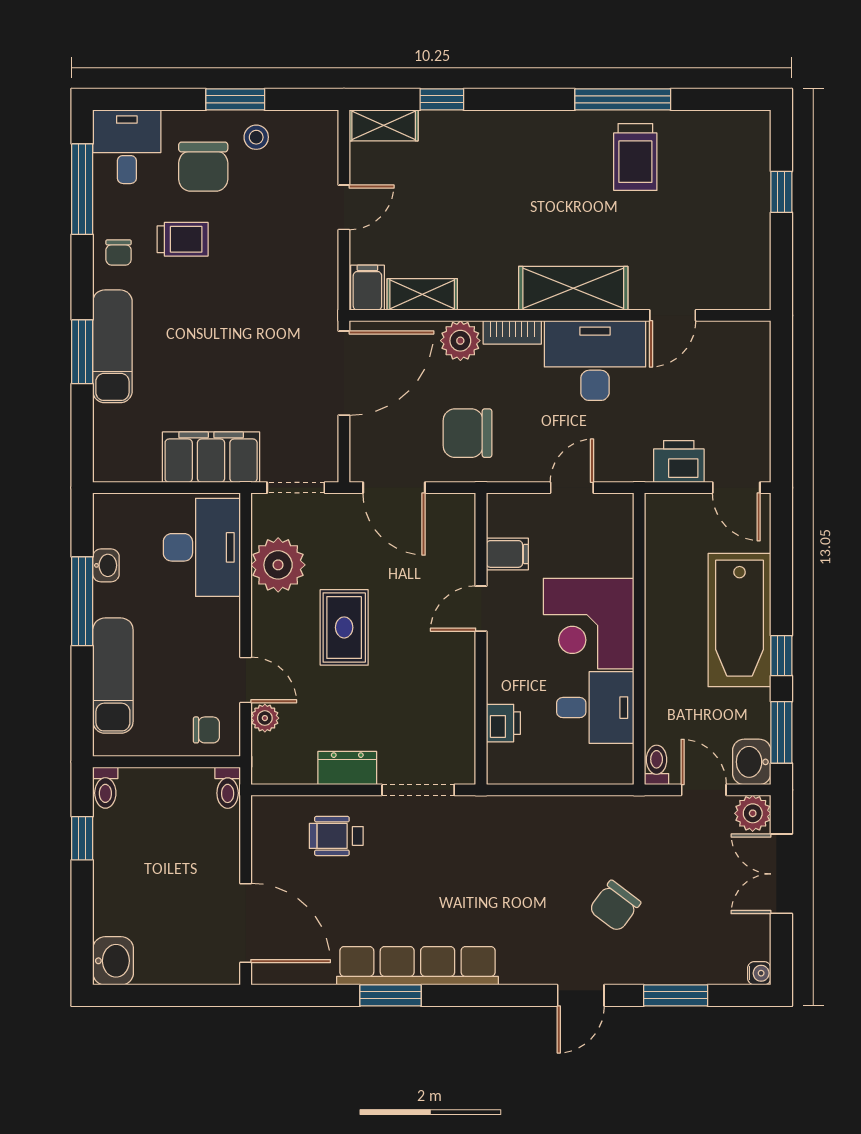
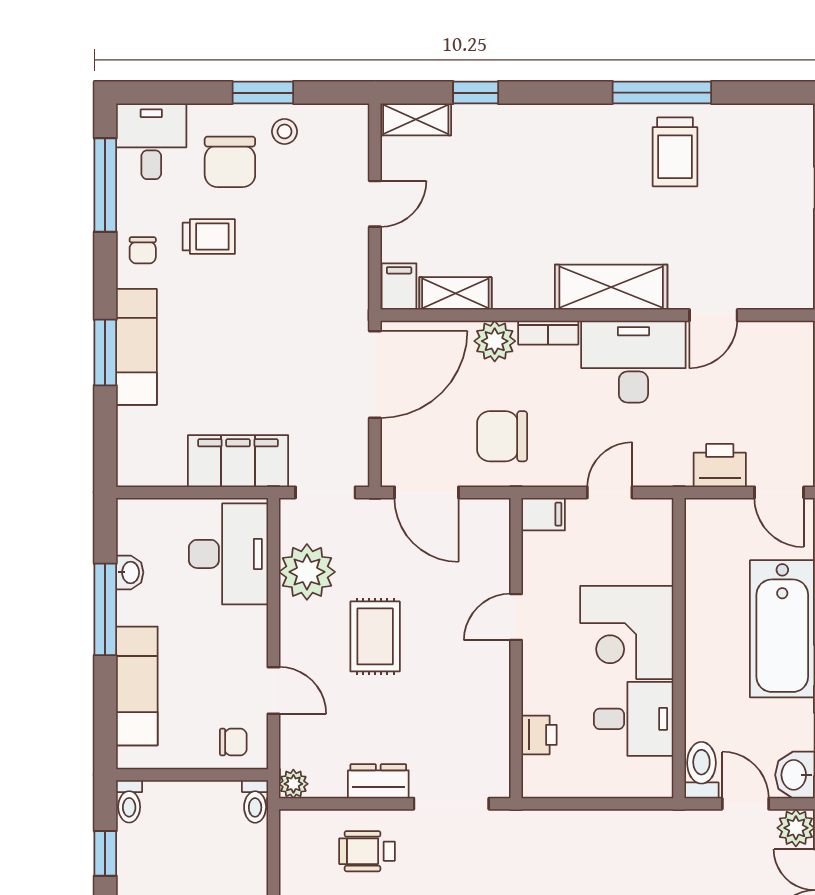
filing cabinet: (507, 554) -> (543, 514), moved
plant: (265, 718) -> (293, 784), moved
toilet: (657, 765) -> (701, 770), width x1.37, depth x1.39

